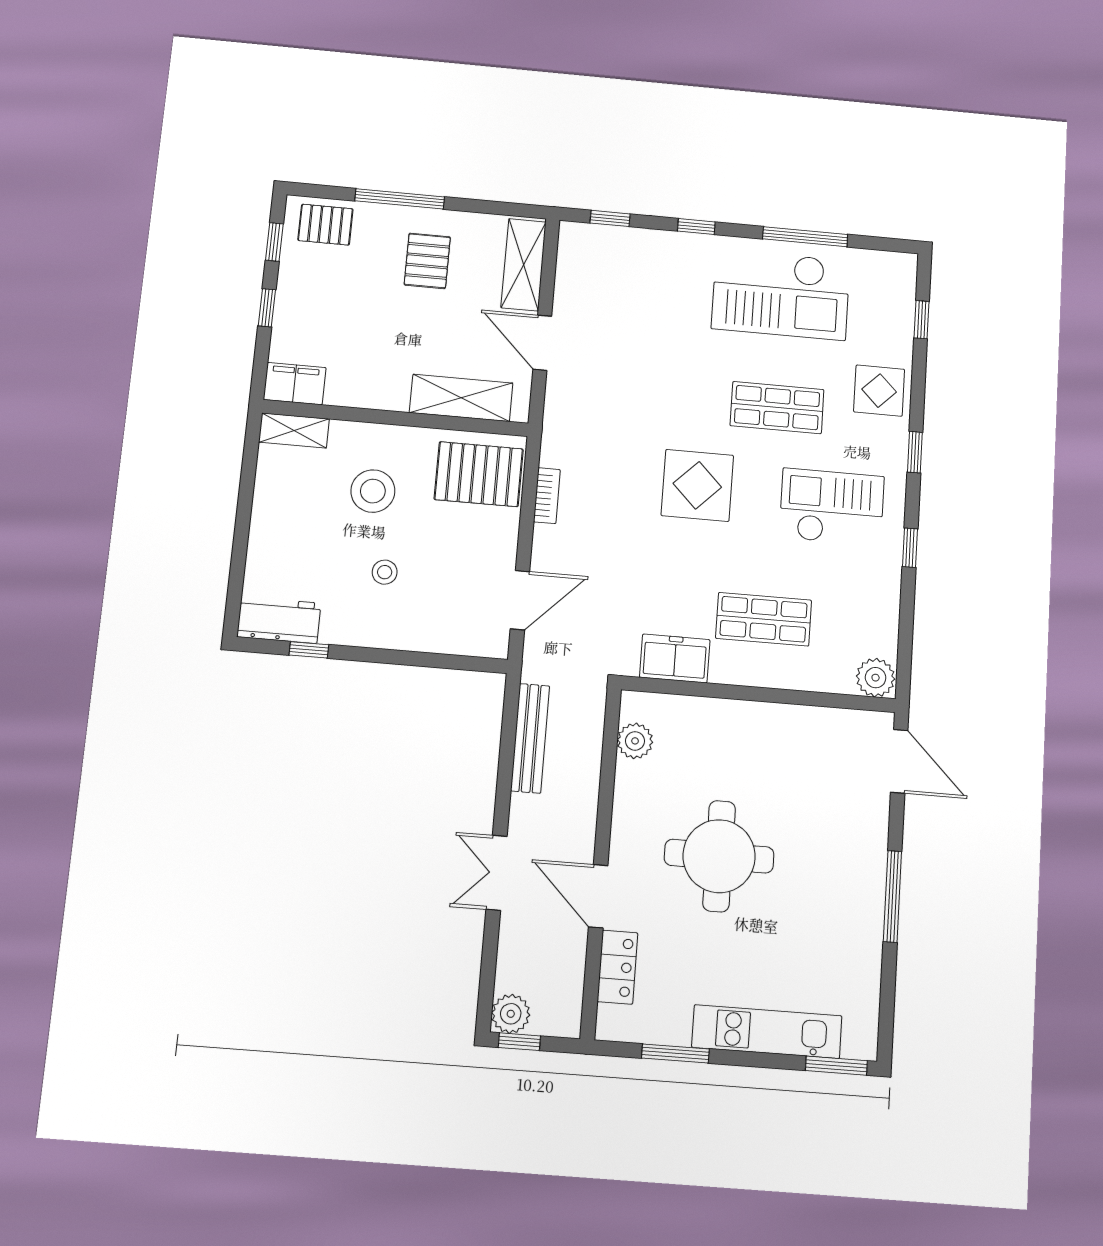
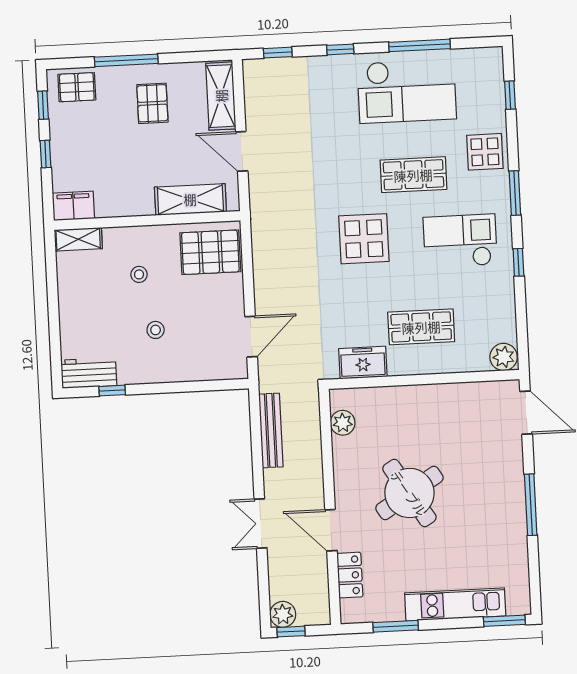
window: (915, 452) -> (515, 193), width x1.50
stool: (373, 491) -> (139, 274), width x0.53, depth x0.53
bookcase: (547, 496) -> (260, 261), removed
round table: (719, 856) -> (409, 493), turned -32

